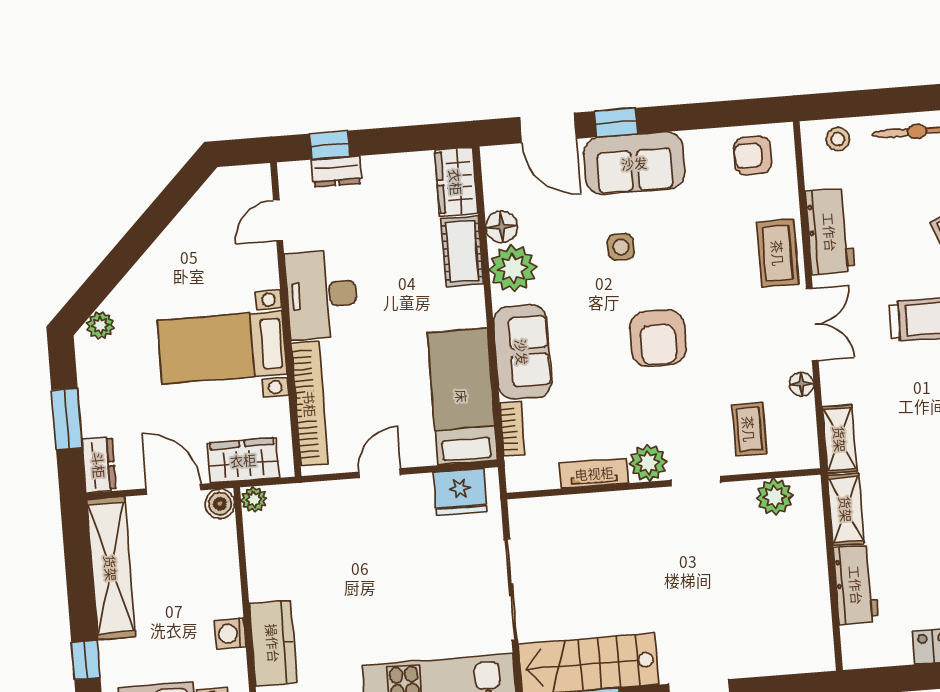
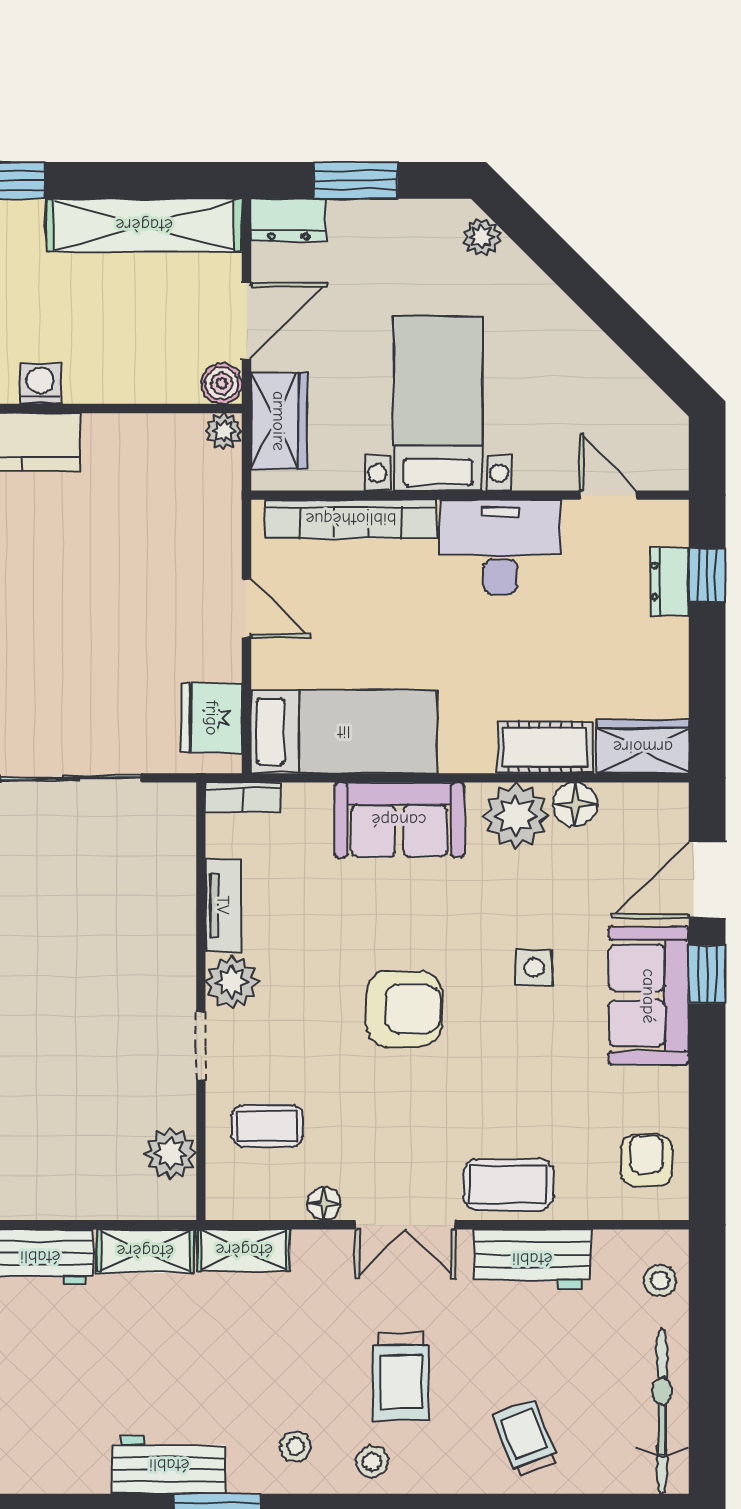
armchair: (658, 338) -> (404, 1009), turned 180
bookcase: (512, 429) -> (243, 797), moved

